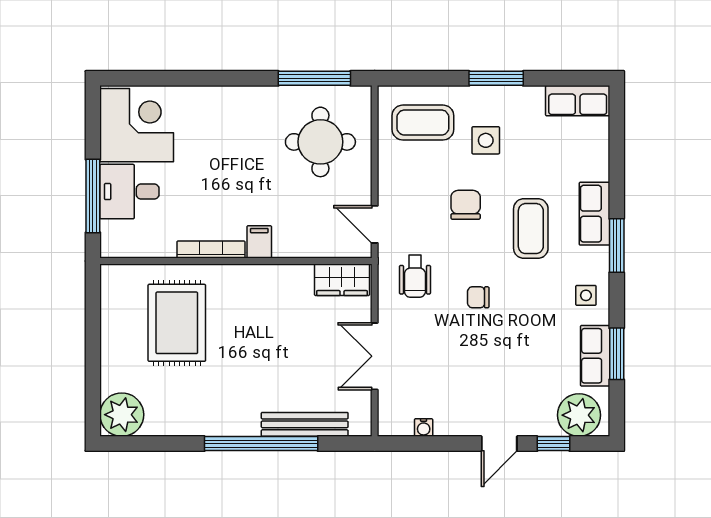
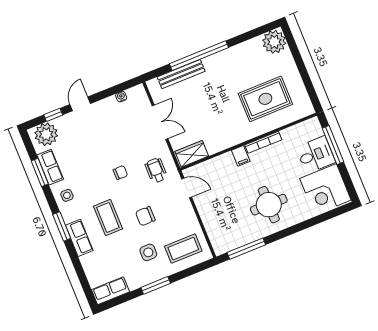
round table: (320, 142) -> (269, 205), moved
chair: (466, 205) -> (145, 216), turned 90
rug: (177, 323) -> (265, 99), turned 90

